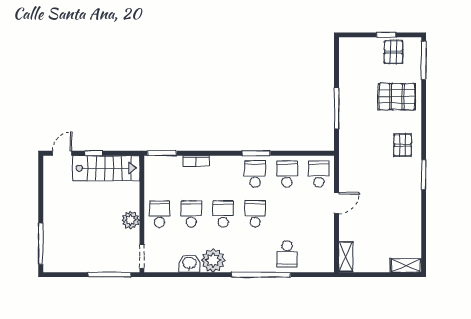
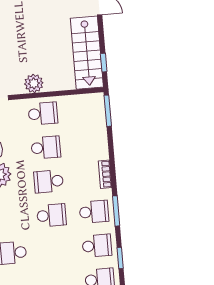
window: (94, 153) -> (104, 63), moved
window: (300, 153) -> (120, 258), added
bookcase: (196, 161) -> (105, 174), moved
school desk: (223, 214) -> (49, 181), turned 180

